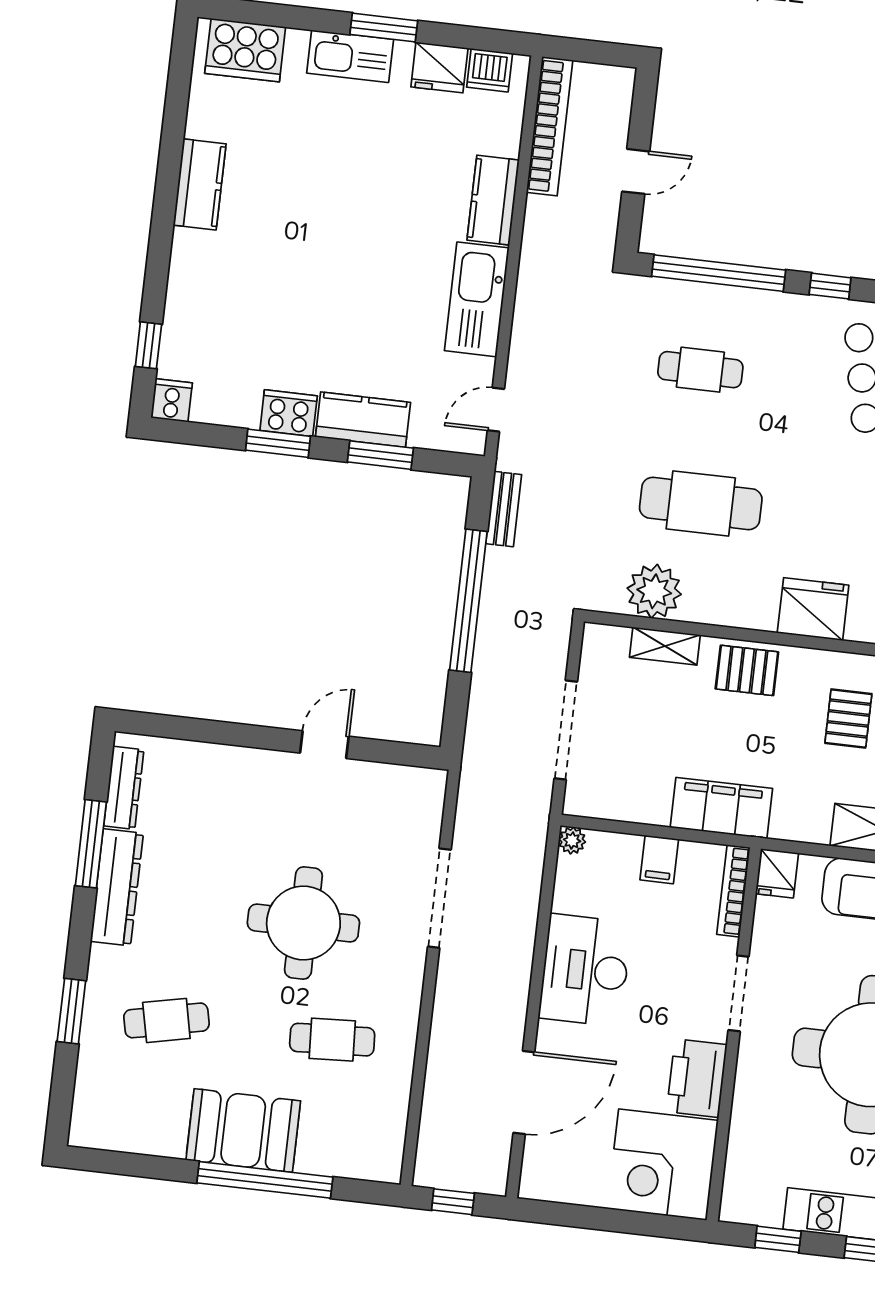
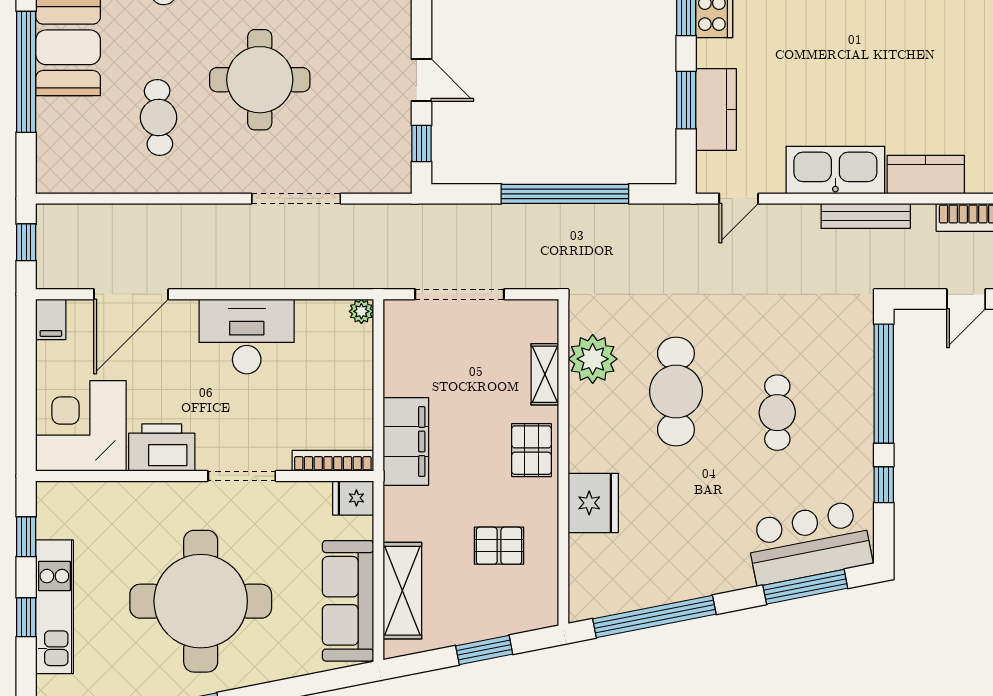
door: (636, 171) -> (966, 299), hinge flipped
cafe table: (700, 370) -> (777, 413), moved
door: (496, 410) -> (739, 199), swing flipped
kitchen counter: (363, 420) -> (716, 109), moved
bench: (504, 509) -> (866, 216), moved, width x1.36
window: (395, 753) -> (421, 144), added
filing cabinet: (659, 859) -> (51, 319), moved, turned -90
door: (524, 1093) -> (131, 294), hinge flipped

